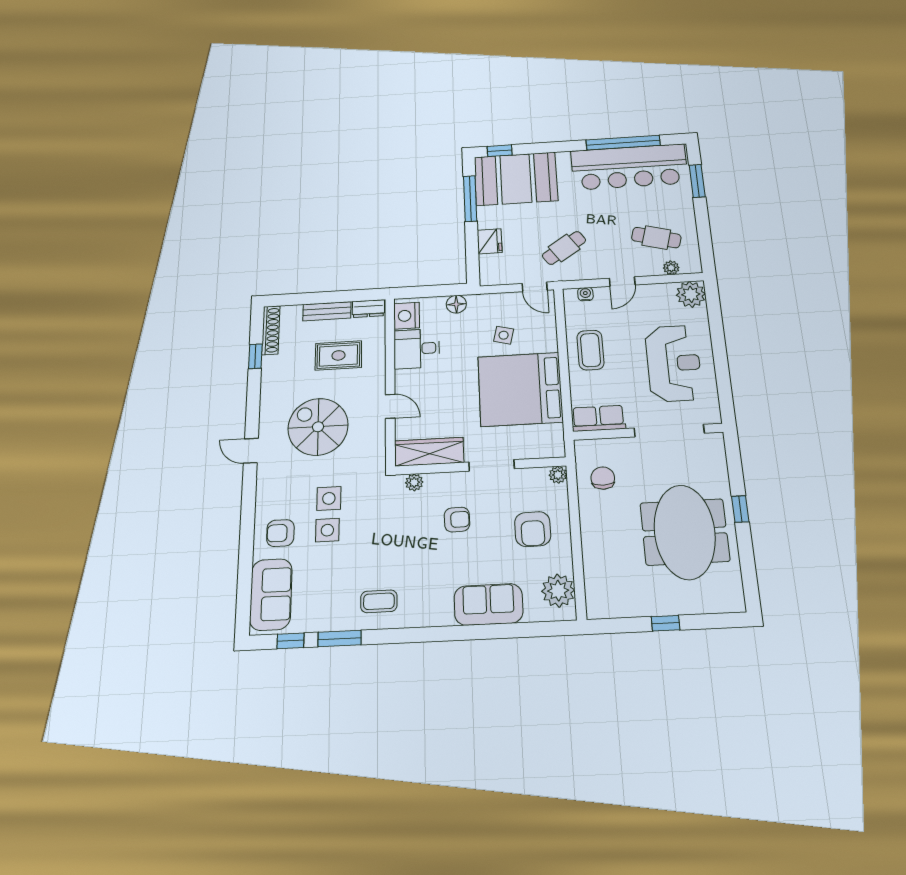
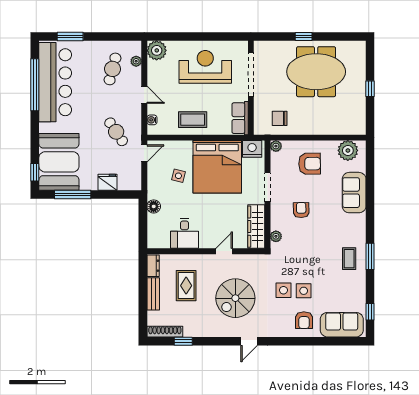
nightstand: (407, 316) -> (252, 149), moved, turned 180
window: (340, 639) -> (370, 256), moved

